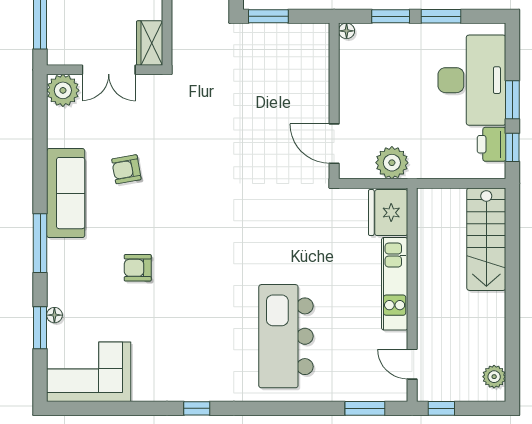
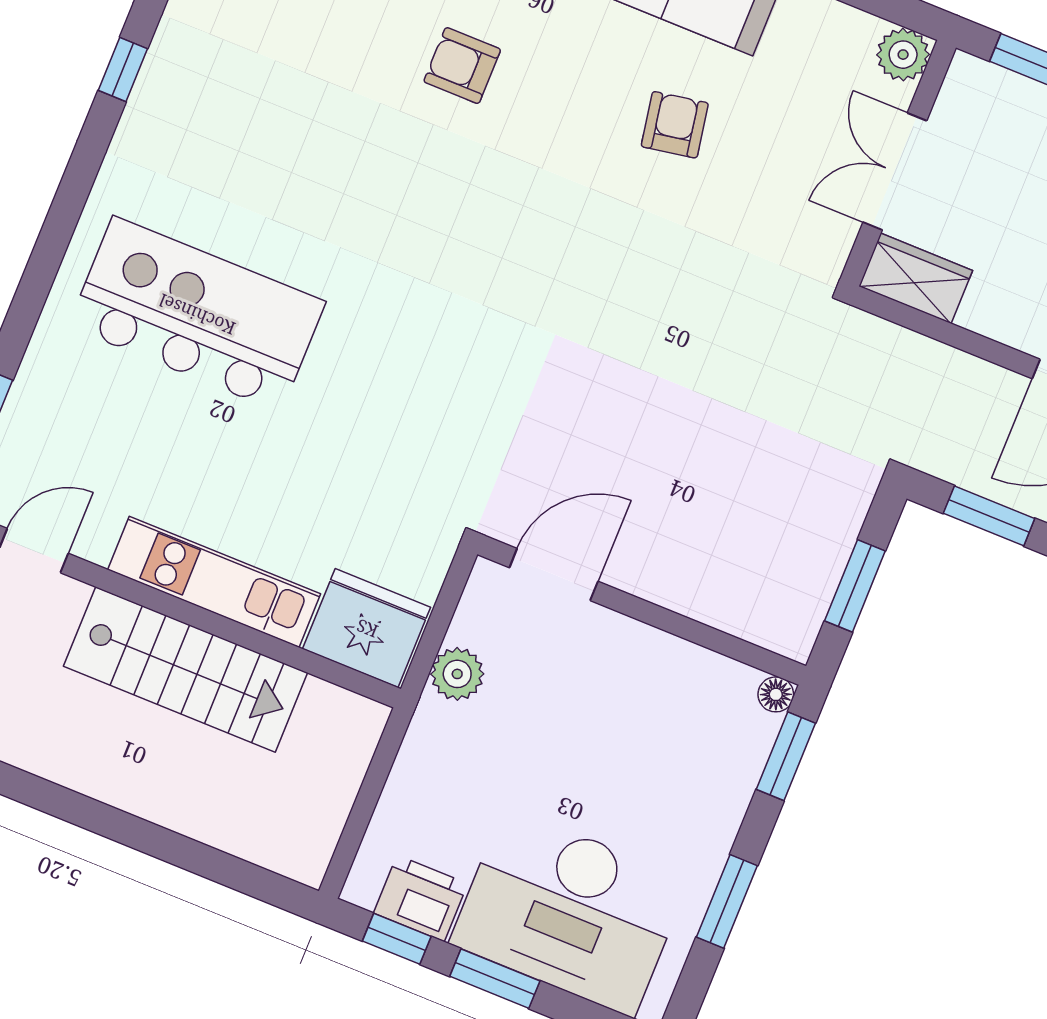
window: (268, 16) -> (855, 586), moved
window: (391, 16) -> (786, 756), moved
plant: (63, 90) -> (903, 55), width x0.73, depth x0.73
plant: (392, 163) -> (457, 674), width x0.73, depth x0.73
stairs: (486, 239) -> (185, 669), moved, turned 180
armchair: (138, 268) -> (462, 66), turned -90

